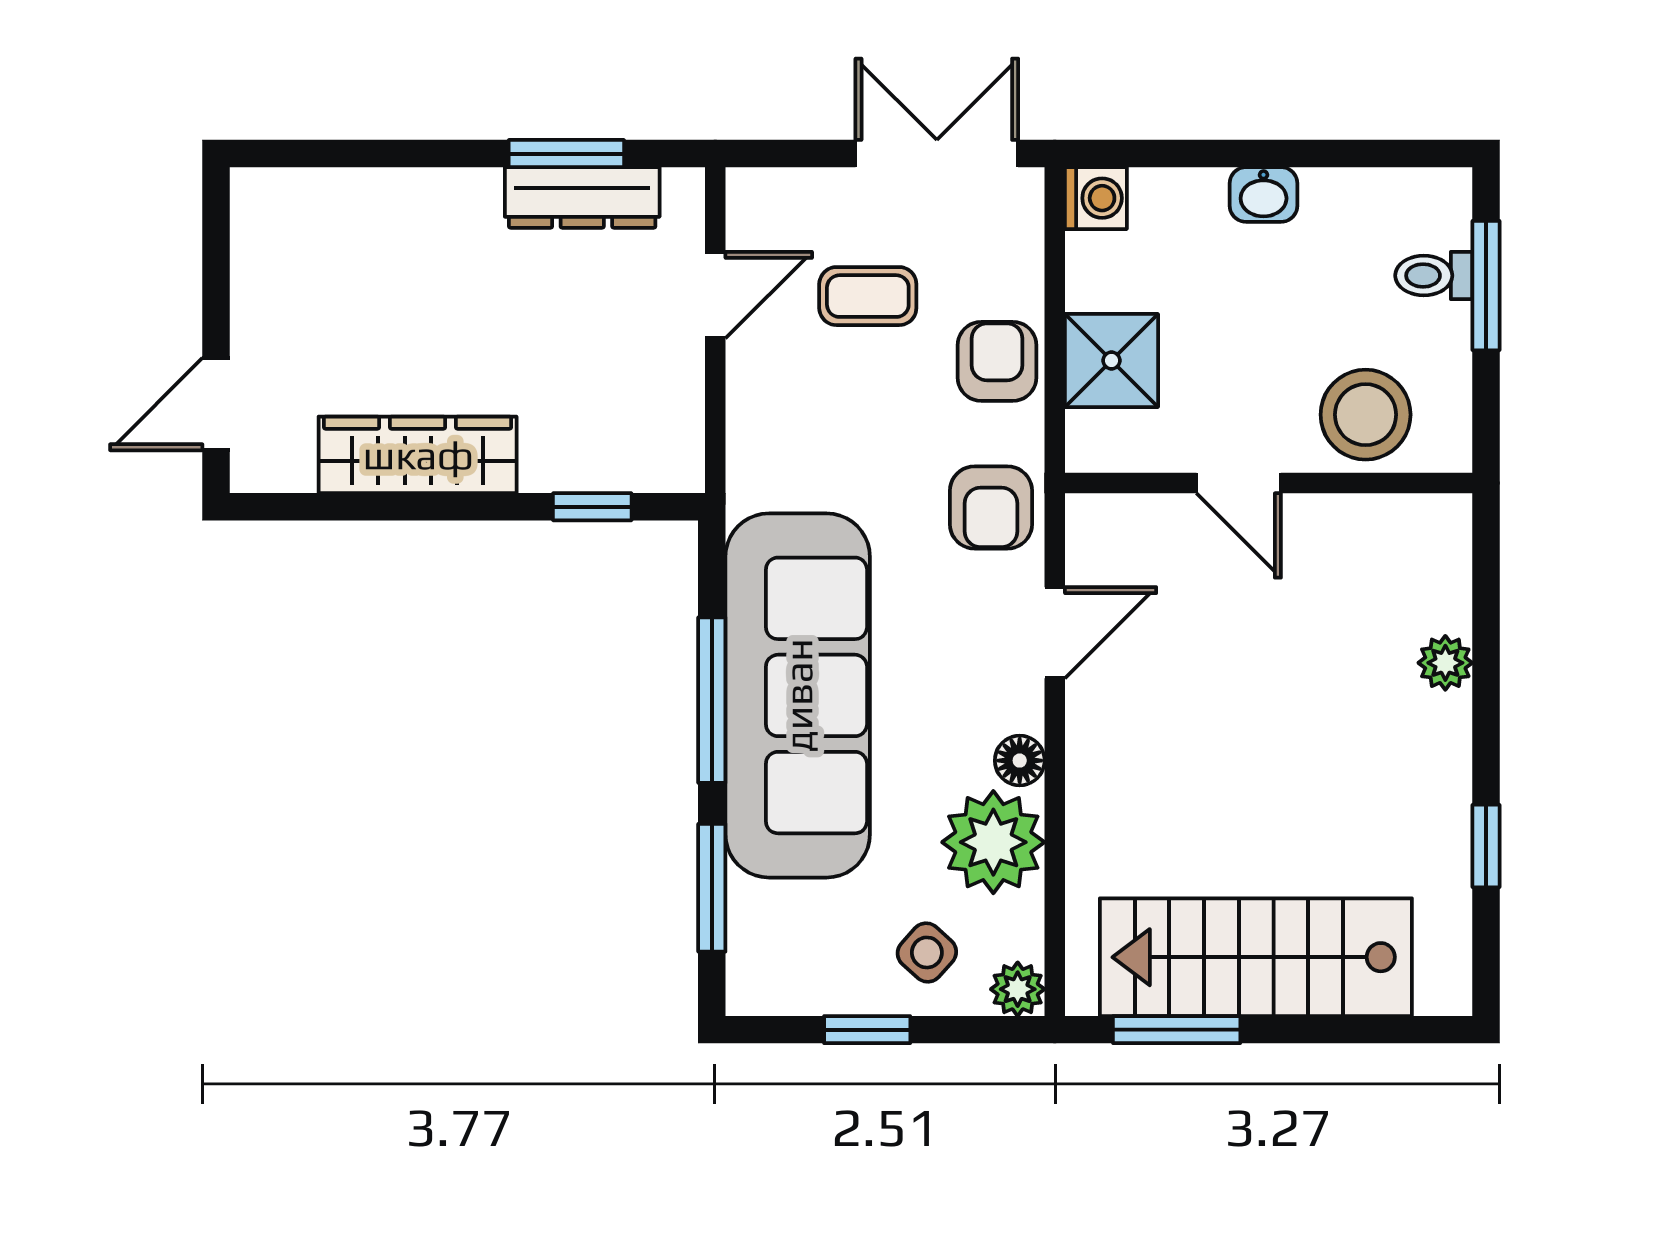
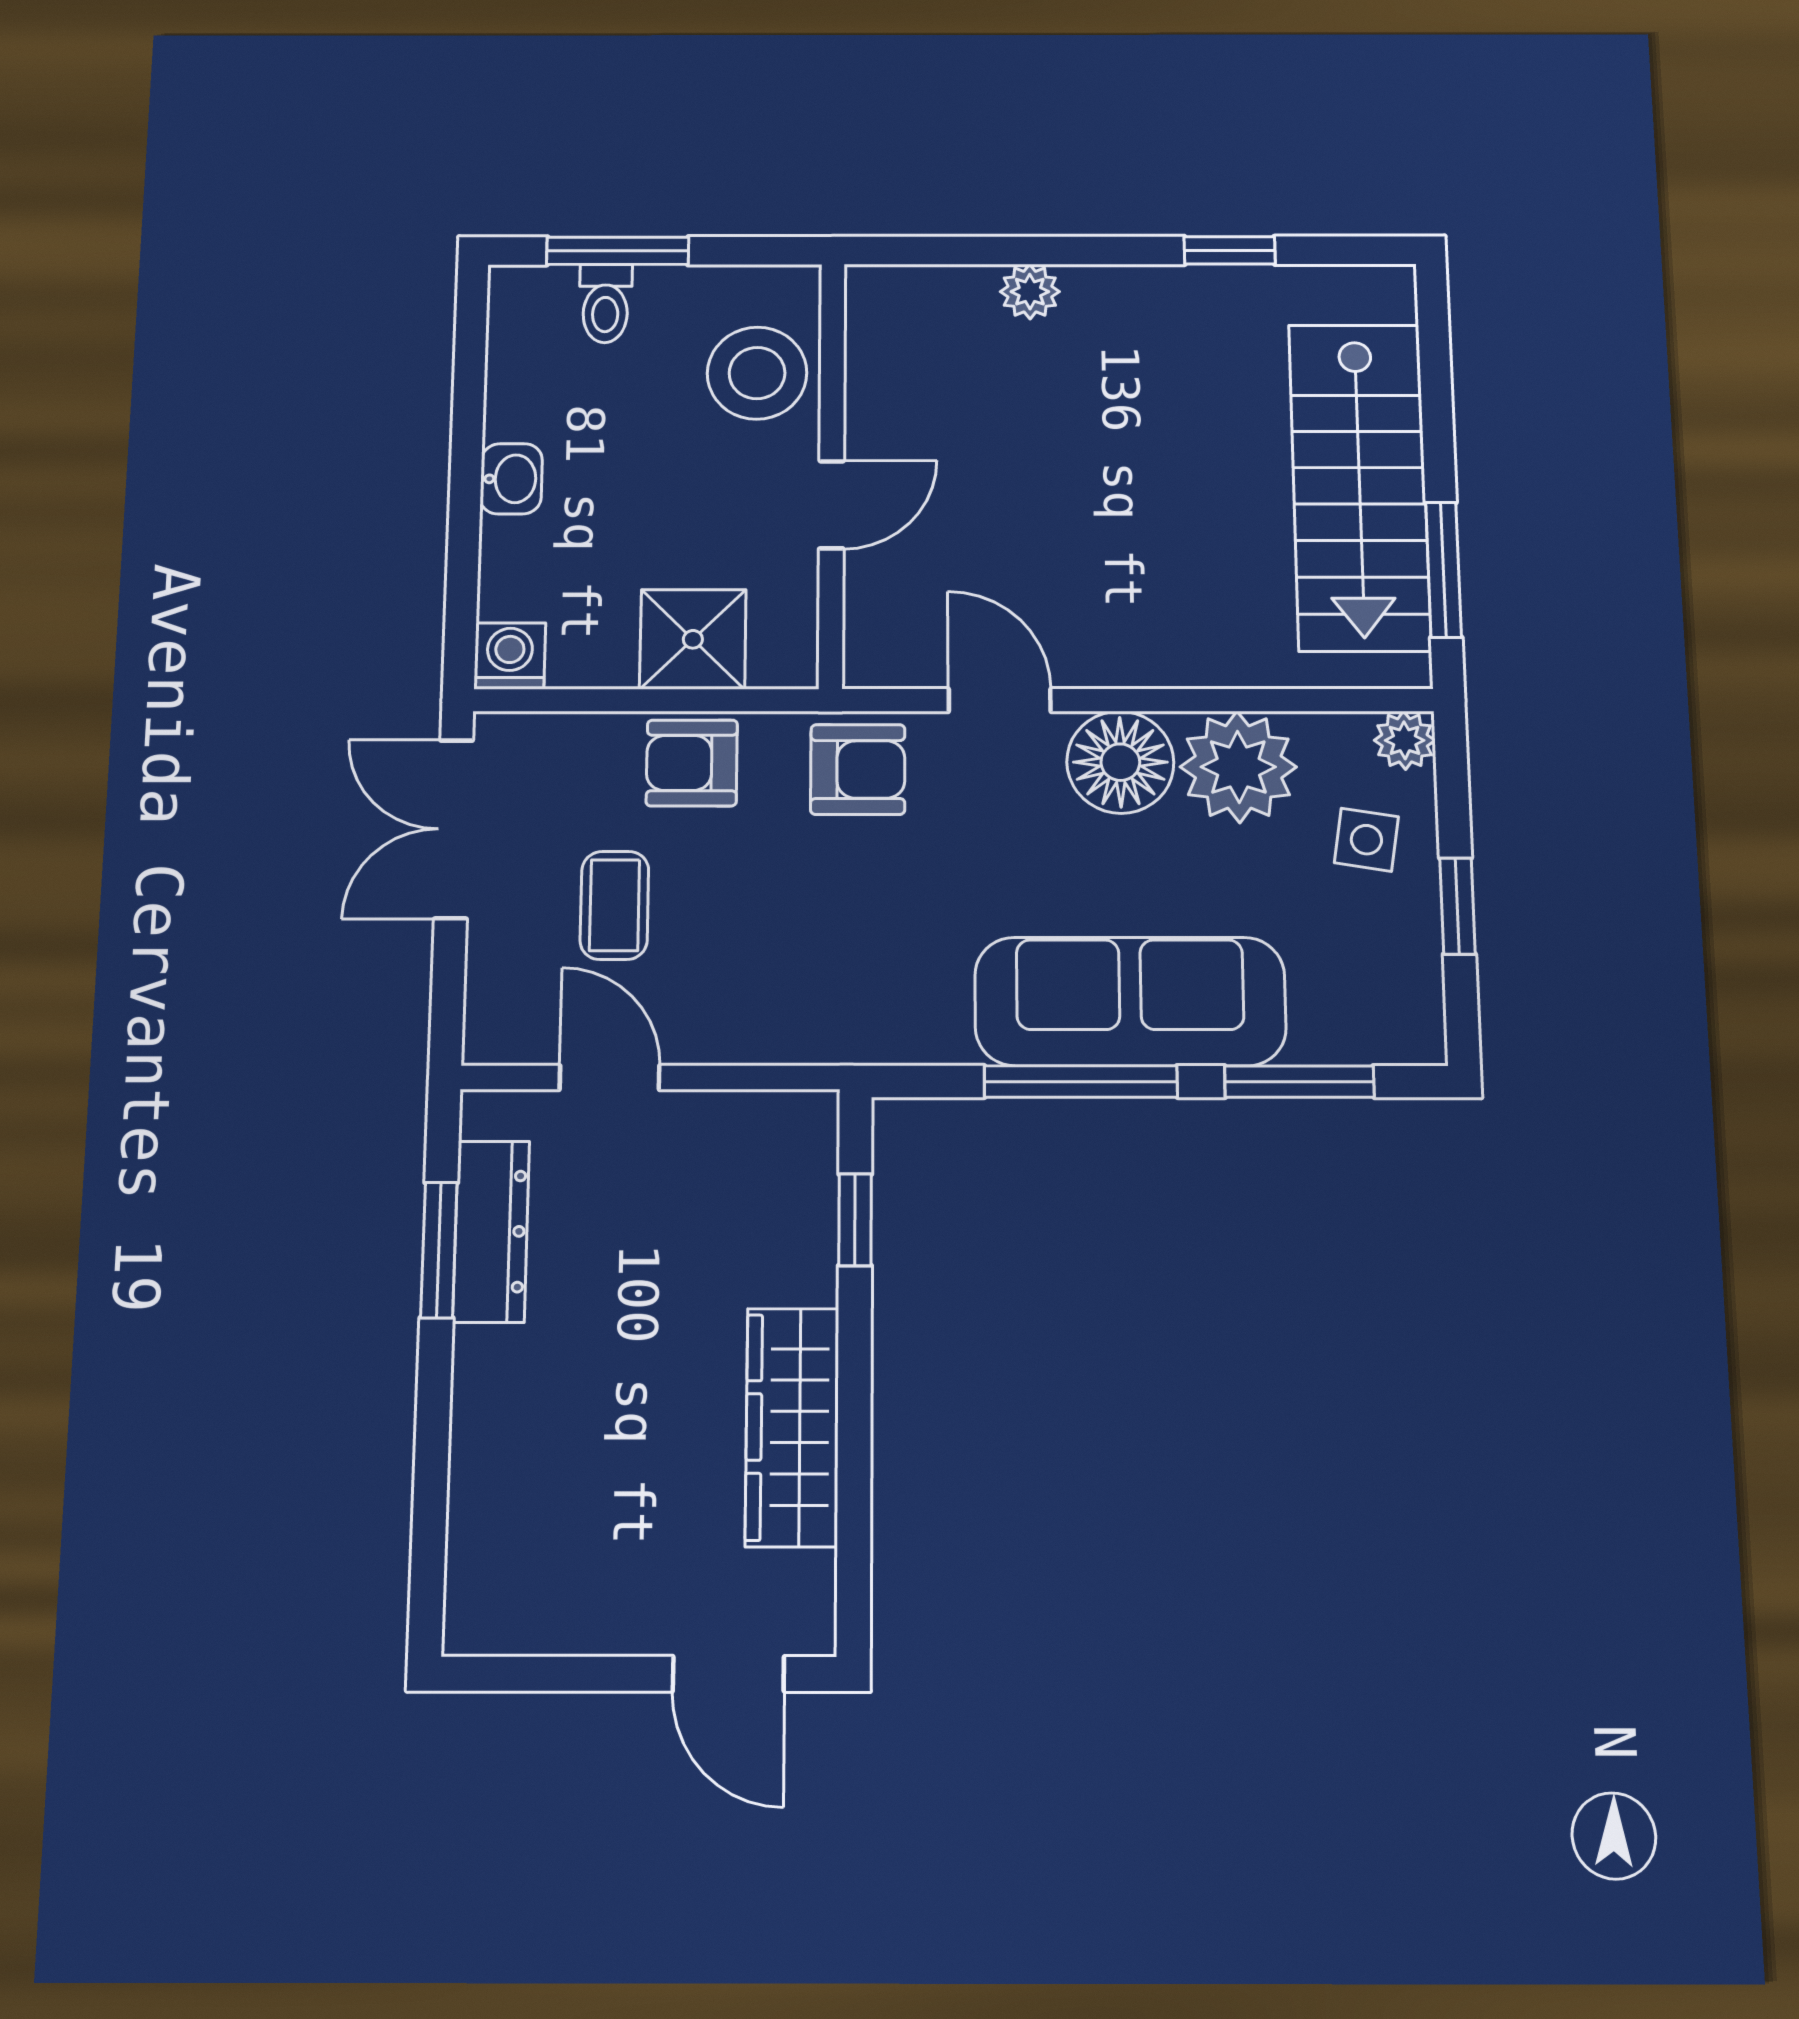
sofa: (798, 695) -> (1130, 1001), width x0.74, depth x0.79
floor lamp: (1020, 761) -> (1120, 762), width x1.89, depth x1.89
side table: (927, 952) -> (1366, 840), turned -33

